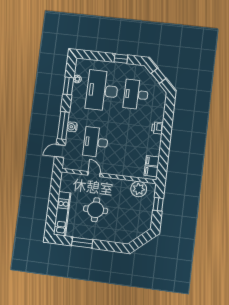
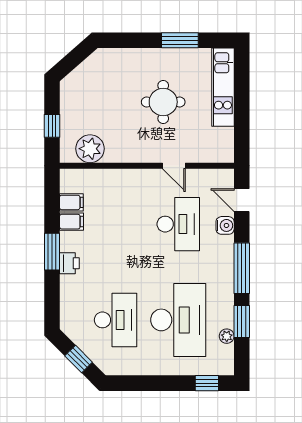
window: (121, 59) -> (207, 383), moved
window: (63, 126) -> (242, 268), moved
water cooler: (72, 127) -> (225, 225), moved
window: (166, 135) -> (52, 252), added
door: (60, 151) -> (242, 200), swing flipped
filing cabinet: (151, 171) -> (71, 222), moved

